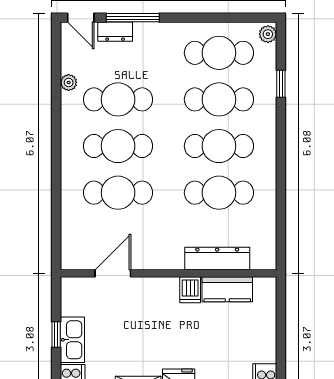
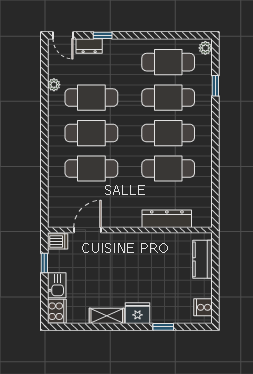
window: (133, 18) -> (103, 35), width x0.46
kitchen counter: (227, 289) -> (202, 259), moved, turned 90
dishwasher: (190, 290) -> (58, 241), moved, turned -90
window: (56, 334) -> (44, 263), moved
kitchen sink: (72, 340) -> (57, 285), width x0.73

